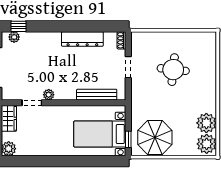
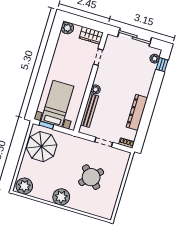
round table: (173, 70) -> (91, 177), turned 38
plant: (49, 95) -> (96, 89), moved
plant: (206, 123) -> (61, 197), moved

